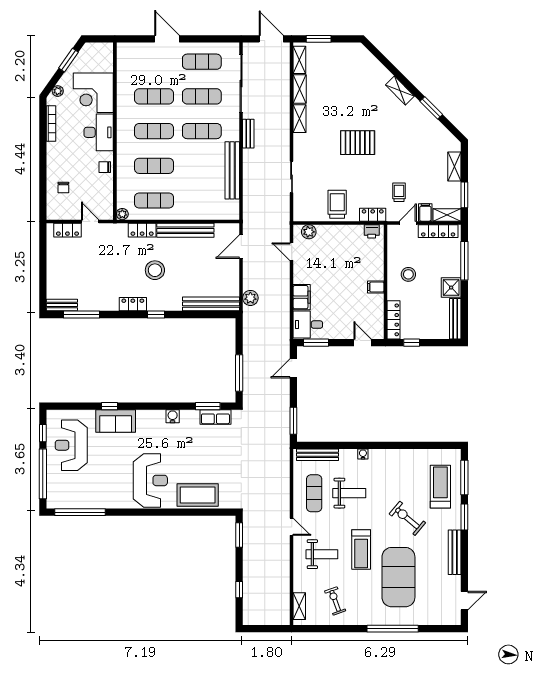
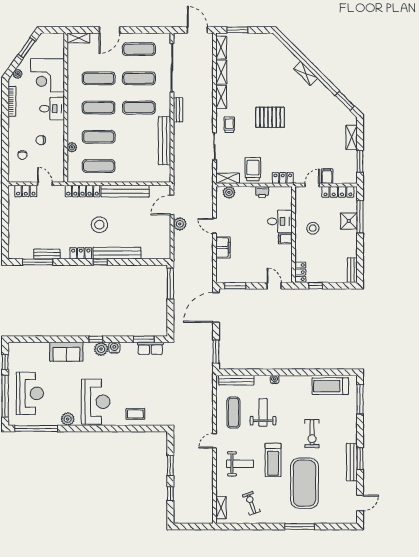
door: (167, 39) -> (110, 30), swing flipped
shelving: (130, 48) -> (78, 38), added
window: (431, 108) -> (345, 101), moved
desk: (99, 132) -> (52, 109), width x0.73
chair: (105, 167) -> (41, 140), moved
trolley: (399, 192) -> (229, 125), moved
plant: (122, 214) -> (72, 147), moved
shelving: (447, 215) -> (228, 178), moved
locker: (142, 230) -> (83, 191), width x1.53
printer: (372, 231) -> (262, 192), moved
door: (292, 252) -> (214, 226), moved
shower: (451, 288) -> (349, 221), moved
plant: (250, 298) -> (180, 224), moved
bench: (211, 304) -> (117, 253), moved
bench: (62, 305) -> (47, 254), moved
bench: (455, 319) -> (352, 270), width x0.73
locker: (394, 320) -> (300, 272), width x0.66
desk: (308, 325) -> (280, 221), moved, turned 180
door: (293, 368) -> (216, 307), width x1.87
window: (239, 373) -> (170, 283), moved
window: (109, 406) -> (96, 339), moved
plant: (157, 418) -> (101, 349), added
reception desk: (71, 445) -> (30, 393), moved, turned 180
treadmill: (440, 487) -> (330, 386), moved, turned -90
weight bench: (349, 493) -> (263, 412), turned -90
coffee table: (198, 495) -> (135, 414), width x0.54, depth x0.58
plant: (117, 501) -> (68, 419), added
window: (464, 517) -> (360, 459), moved
exercise bike: (407, 518) -> (312, 434), turned -130
door: (292, 527) -> (214, 441), swing flipped
window: (239, 535) -> (170, 466), moved
window: (393, 629) -> (300, 526), width x0.68

